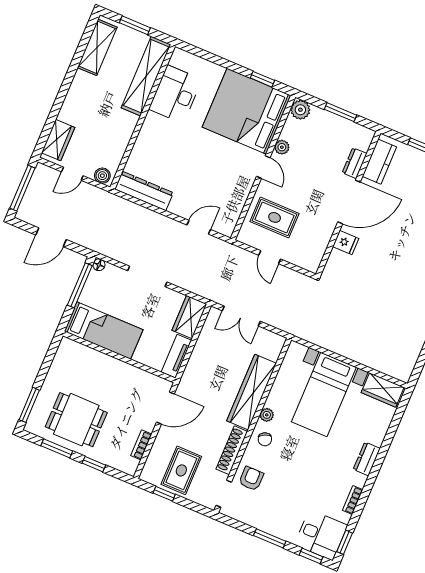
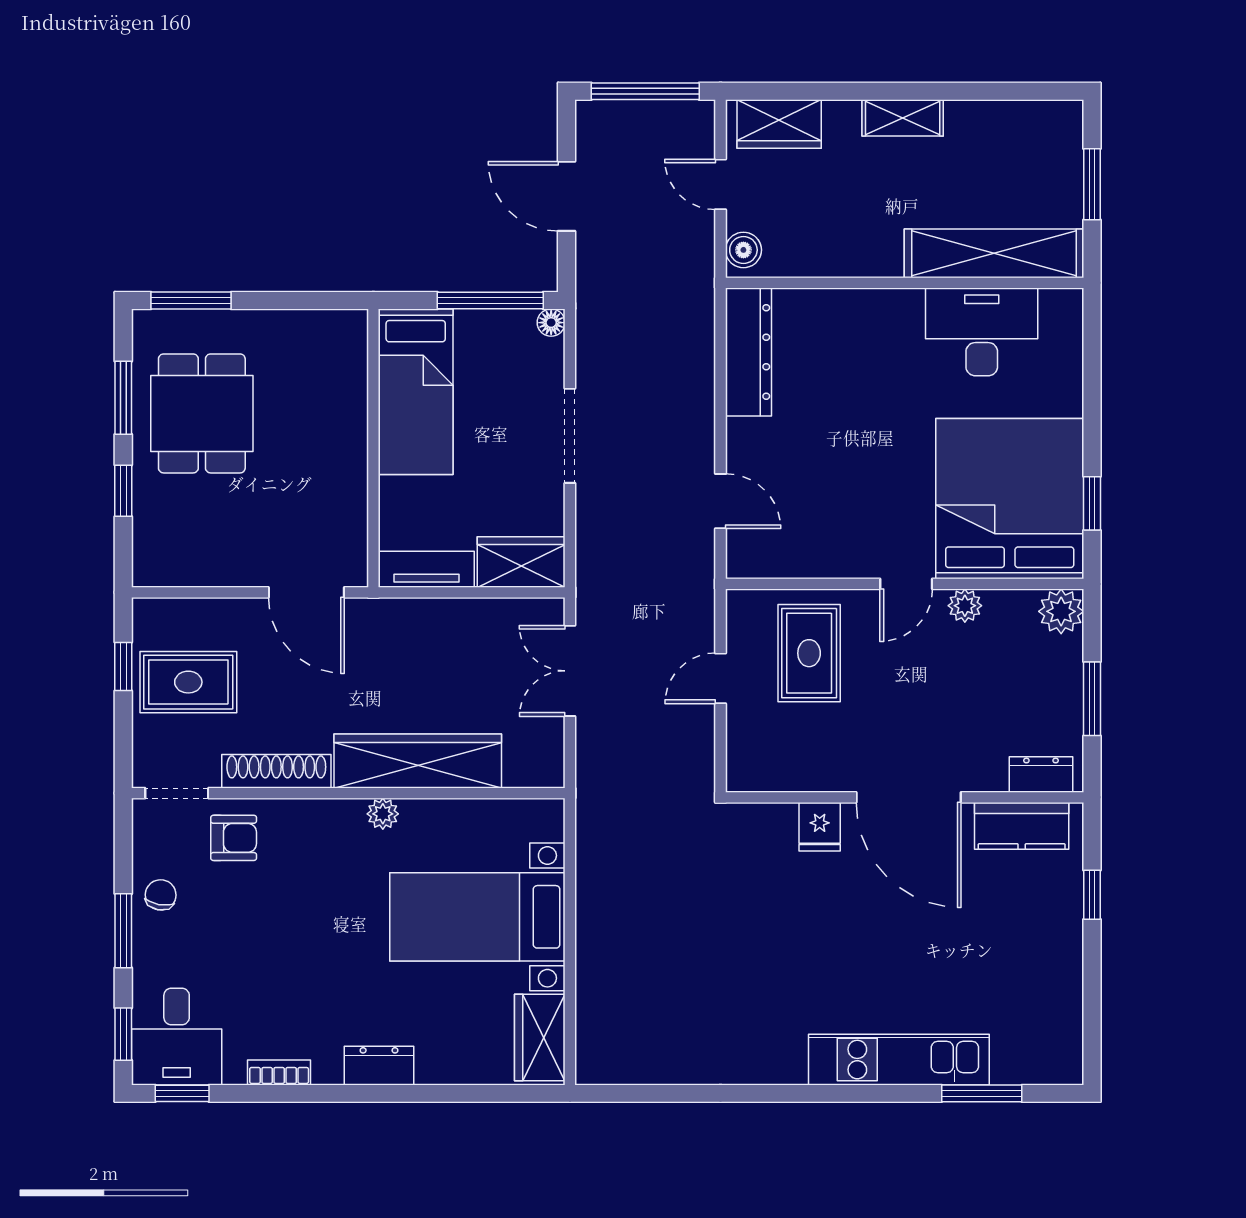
shelving: (97, 47) -> (903, 118), moved, width x0.67, depth x0.75
dresser: (355, 163) -> (1041, 774), moved
chair: (265, 439) -> (161, 895), moved, turned 126
bookcase: (141, 445) -> (207, 574), removed

